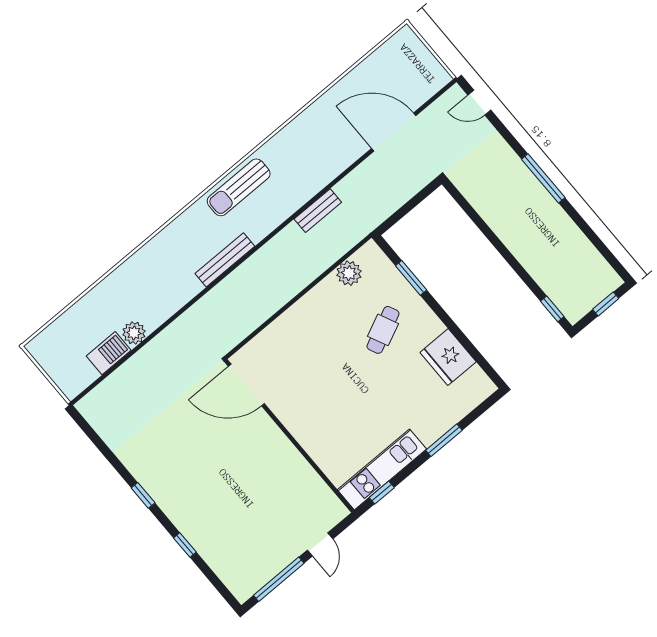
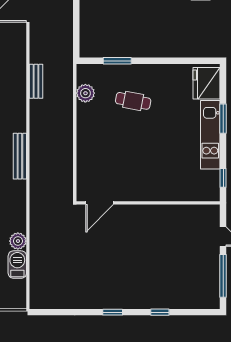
cafe table: (383, 330) -> (133, 101), turned -54
fridge: (448, 357) -> (206, 83), moved, turned 90
door: (246, 385) -> (100, 203), width x0.73
kitchen unit: (382, 469) -> (210, 135), moved

